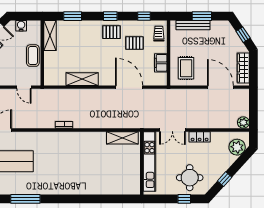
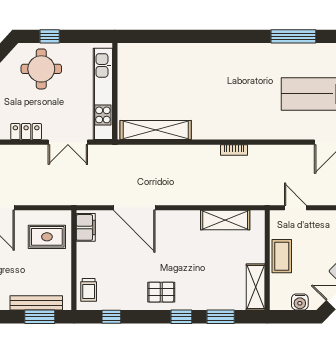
window: (110, 16) -> (181, 317), moved
window: (202, 16) -> (40, 317), moved
pallet: (134, 43) -> (126, 275), removed
filing cabinet: (161, 63) -> (86, 227), moved
rug: (186, 68) -> (47, 237), turned 90
shelving: (82, 79) -> (225, 220), moved
double door: (172, 130) -> (68, 142), swing flipped
shelving: (122, 138) -> (156, 130), width x1.47

